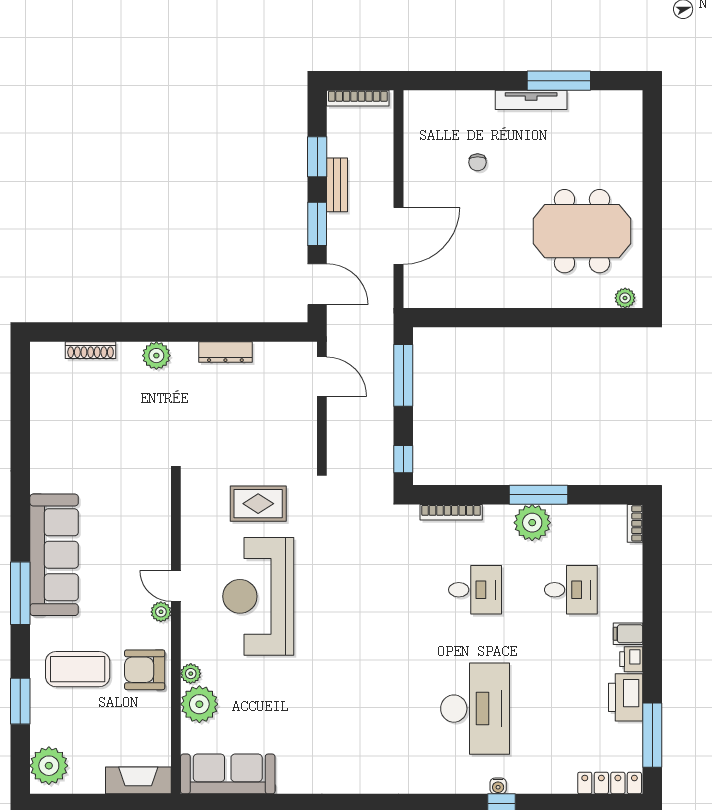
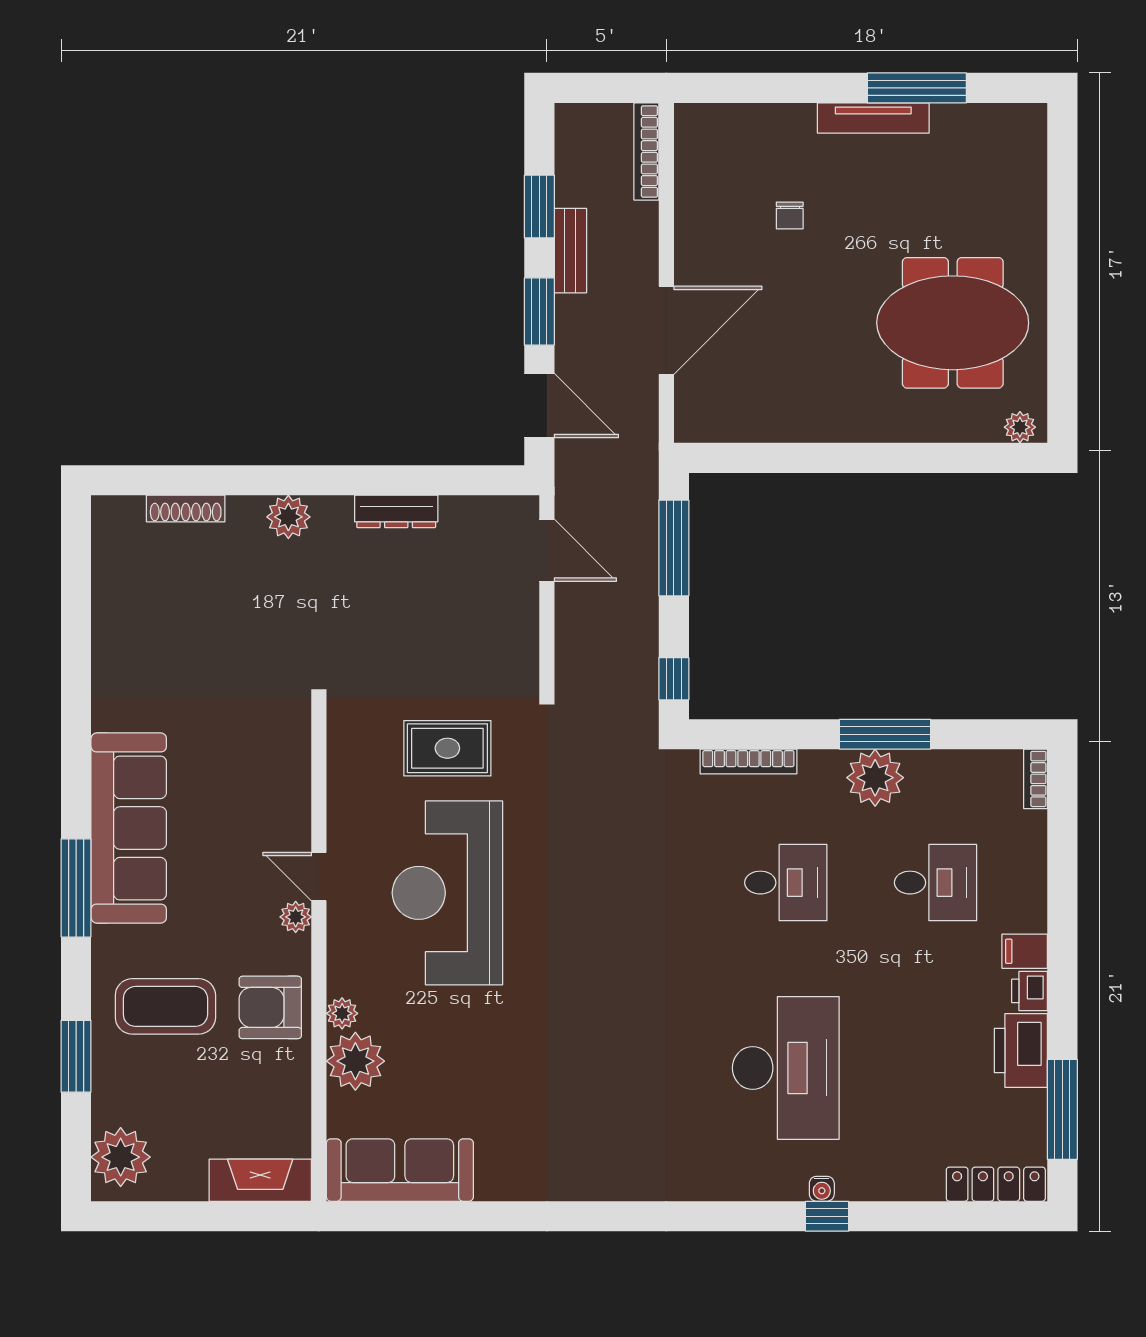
bookcase: (358, 98) -> (646, 151), moved, turned 90

